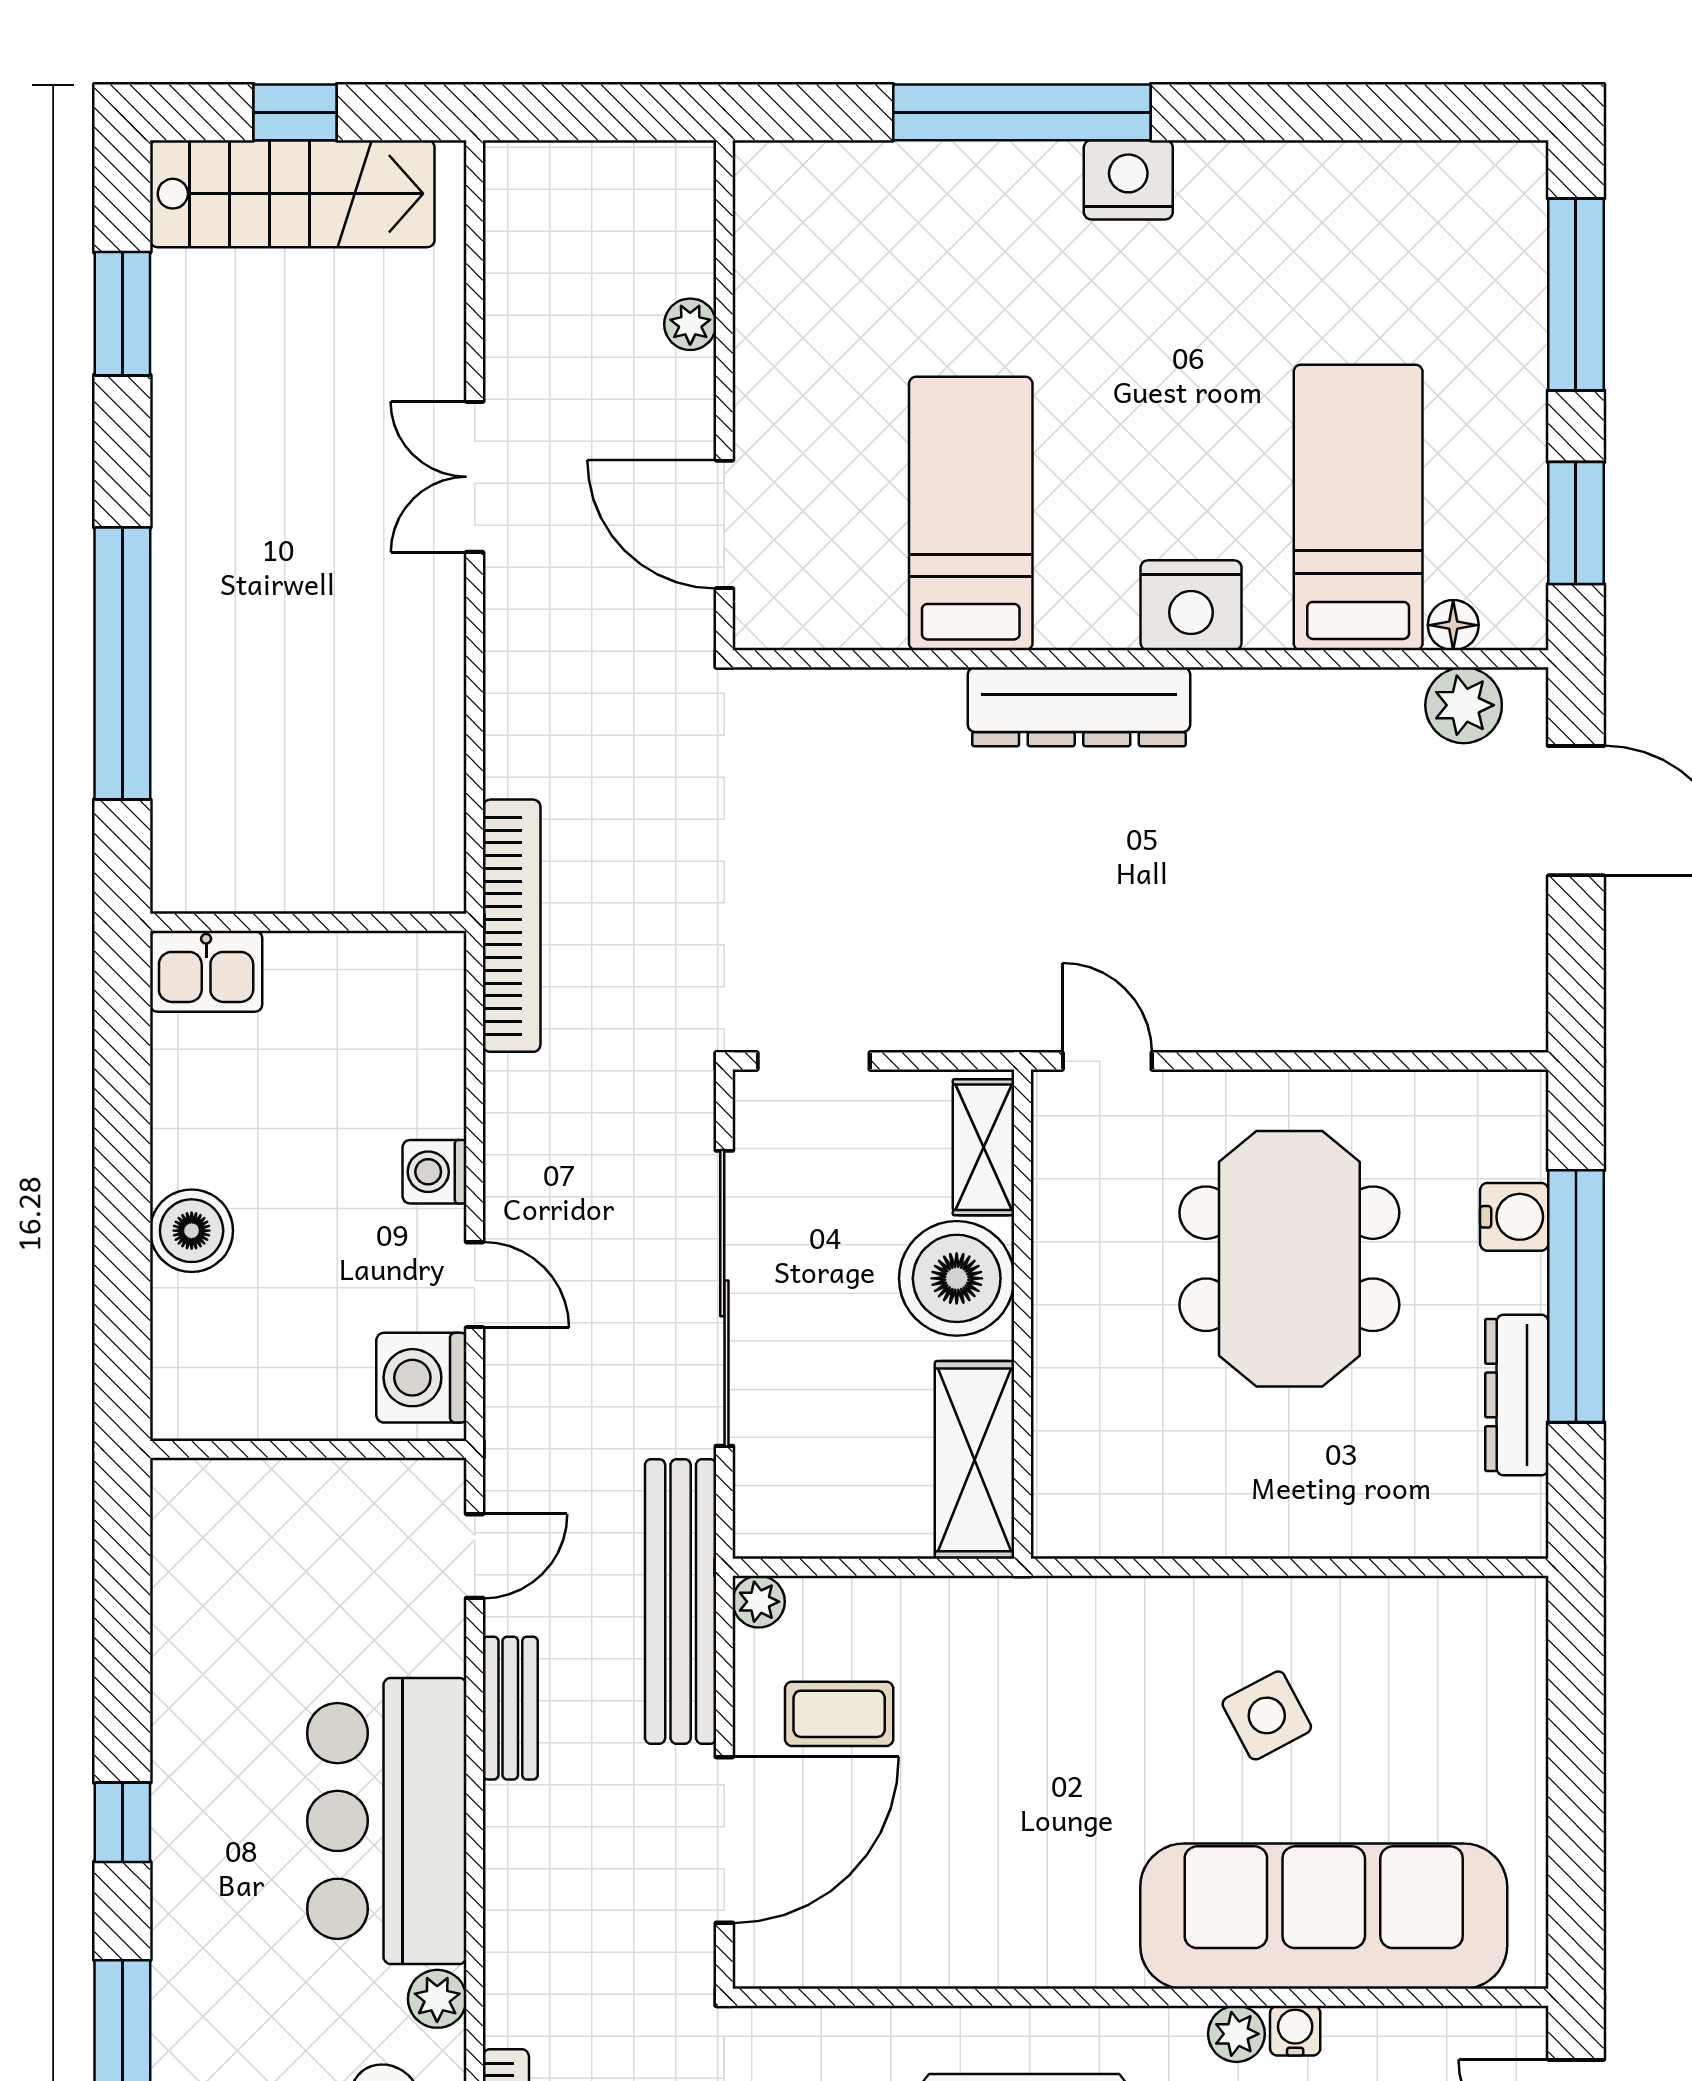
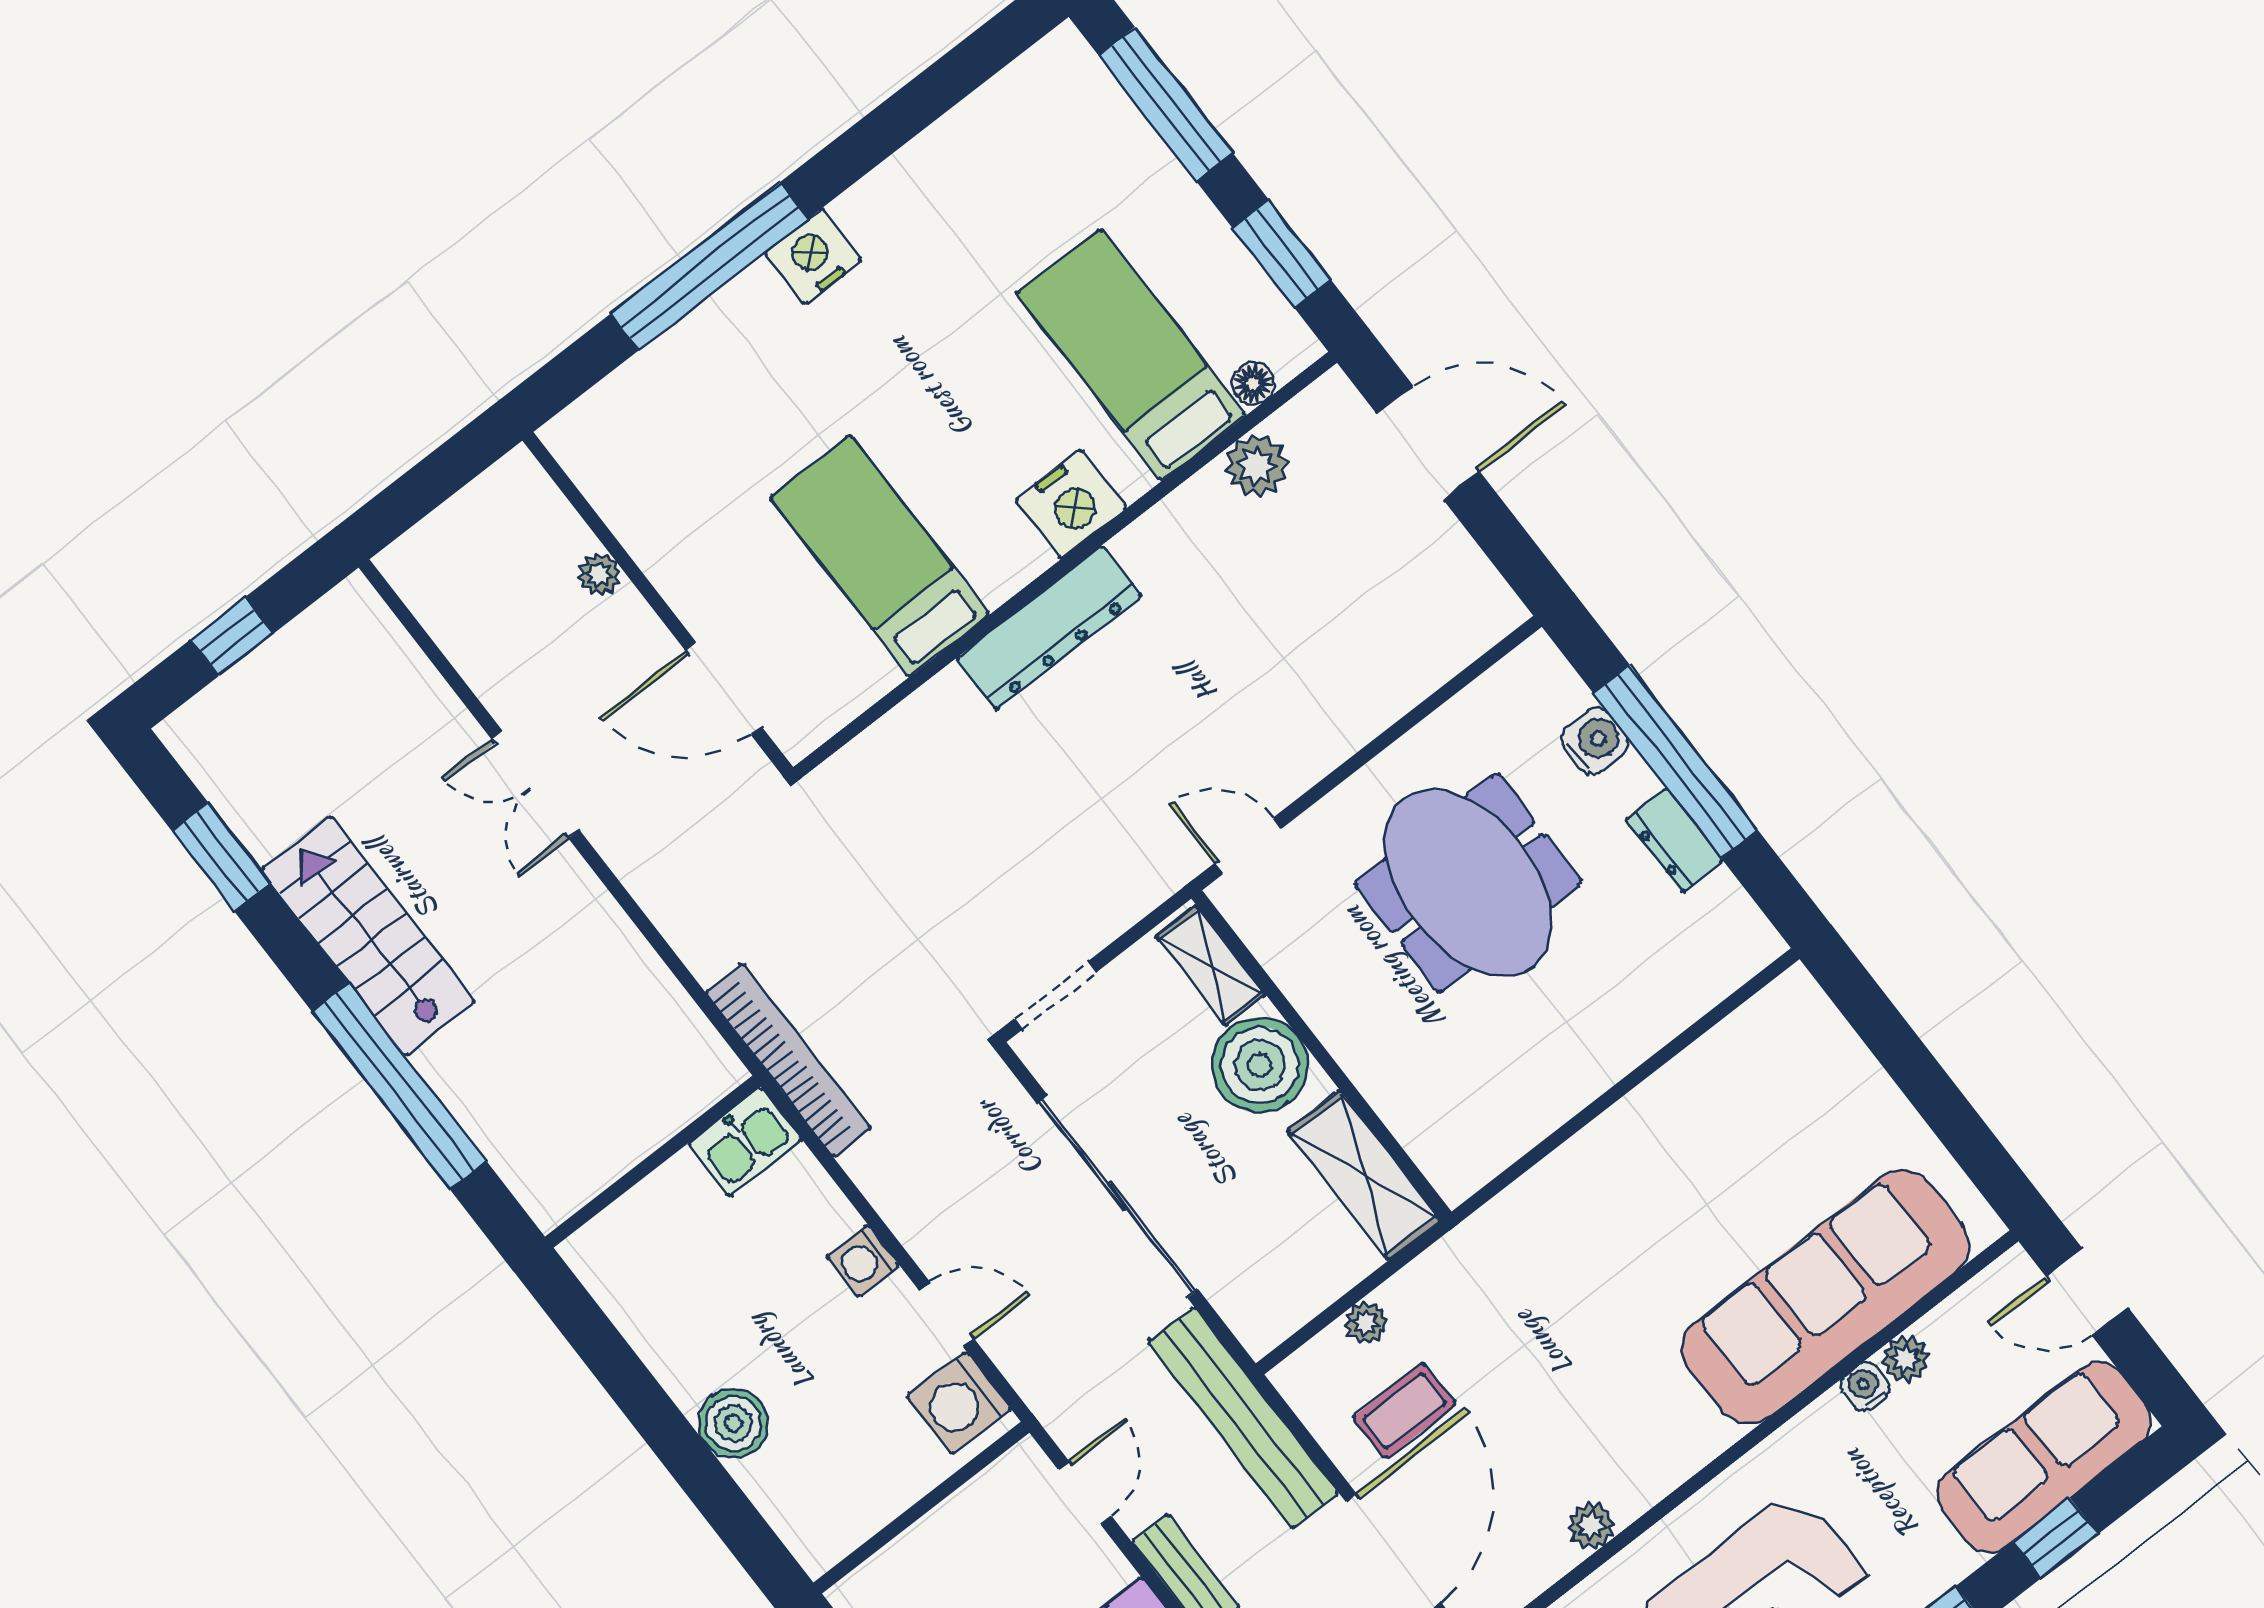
stairs: (292, 194) -> (368, 936), moved, turned -90
plant: (1464, 705) -> (1256, 466), moved
kitchen sink: (206, 971) -> (745, 1142), moved
dresser: (1517, 1395) -> (1674, 840), width x0.70
plant: (759, 1602) -> (1366, 1323), moved
side table: (1267, 1715) -> (1686, 1194), removed
plant: (932, 1961) -> (1591, 1526), added
plant: (1236, 2034) -> (1905, 1359), moved

